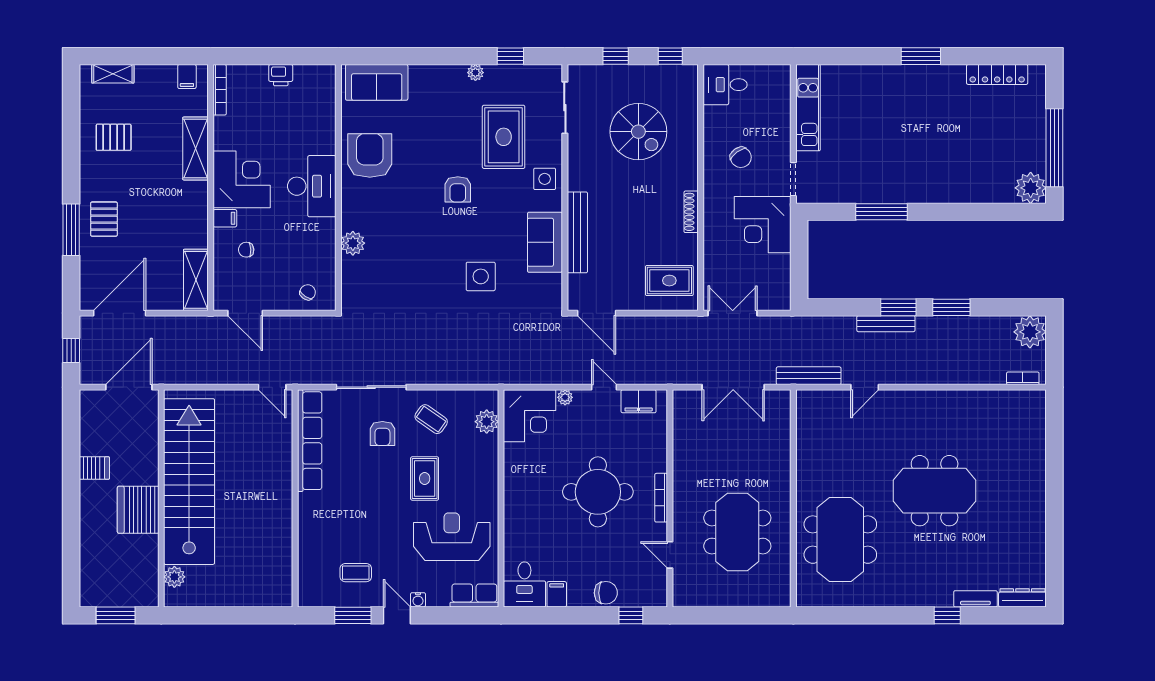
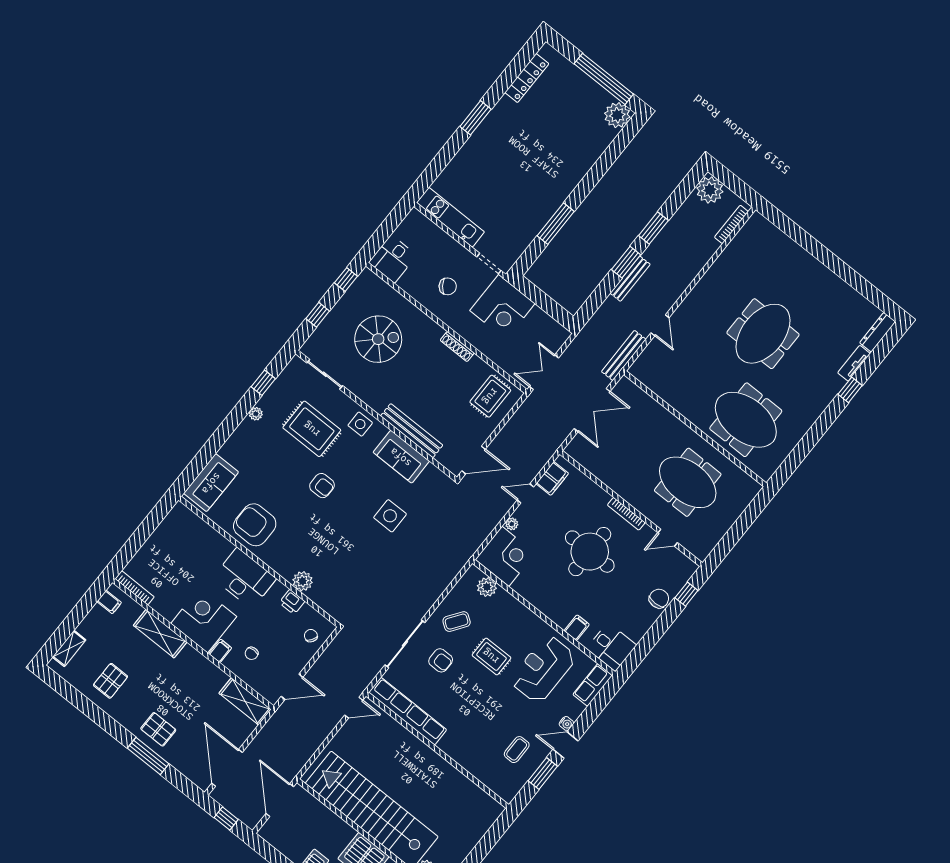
printer: (281, 75) -> (292, 602), moved, turned 90
bookcase: (1023, 378) -> (731, 224), width x1.56
filing cabinet: (557, 594) -> (577, 628), moved, turned 90

